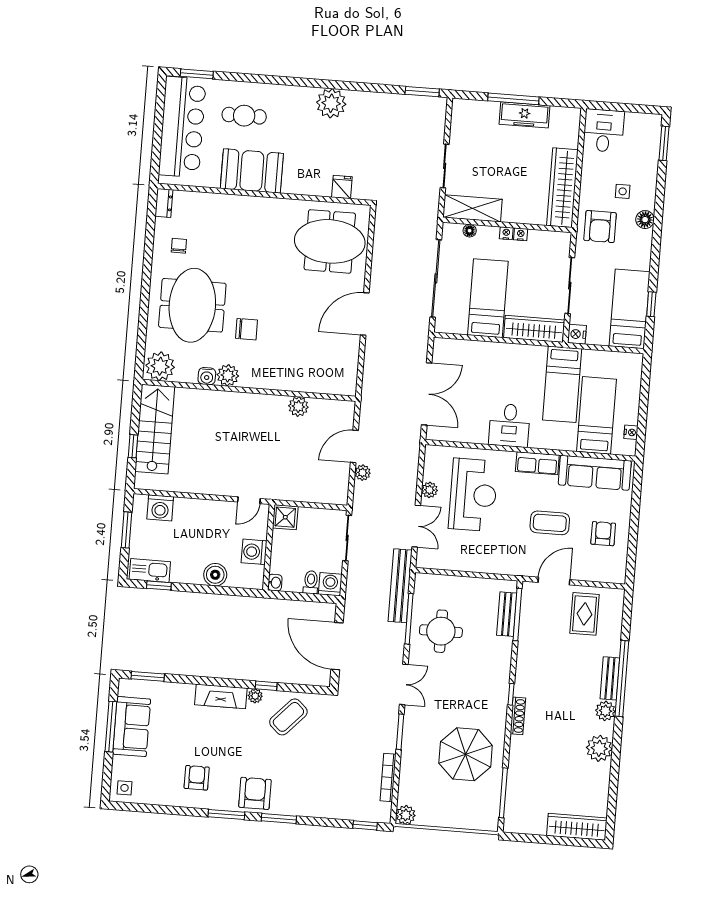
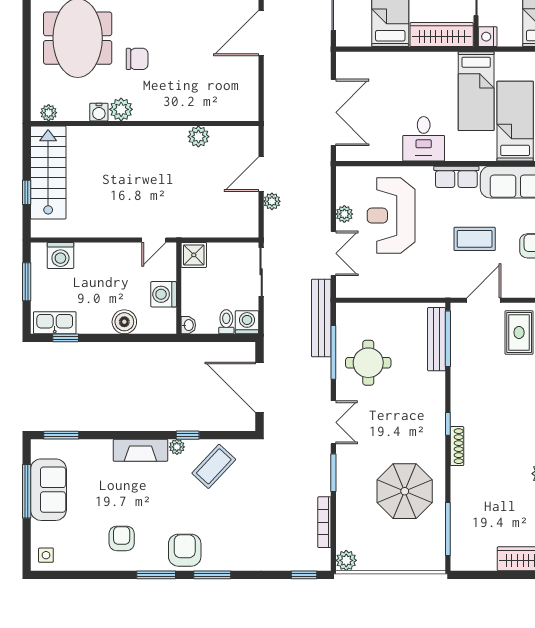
plant: (160, 366) -> (49, 113), width x0.53, depth x0.53
reception desk: (473, 495) -> (391, 216), turned 180
bench: (507, 614) -> (437, 339), width x1.36

